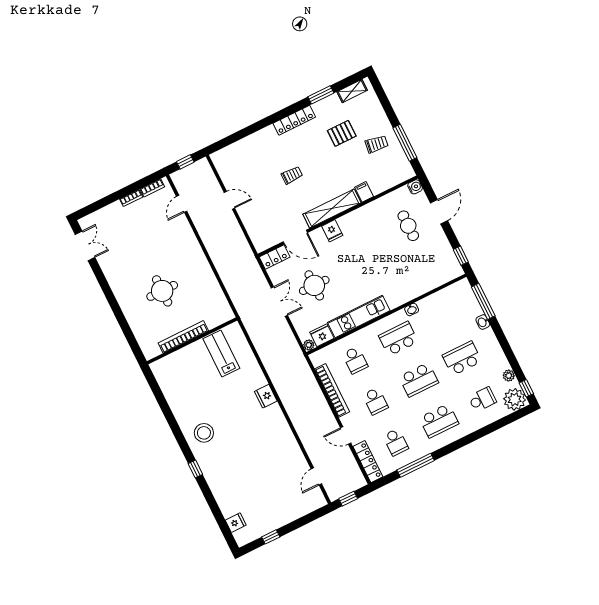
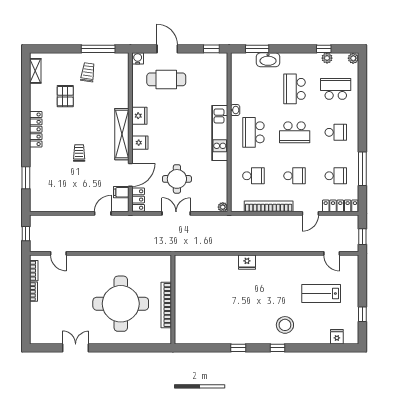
window: (321, 95) -> (26, 178), moved
filing cabinet: (364, 192) -> (121, 192), moved
door: (229, 200) -> (103, 213), moved
cafe table: (408, 226) -> (166, 79), width x1.37, depth x1.35
double door: (85, 246) -> (76, 348), moved
round table: (162, 291) -> (121, 304), width x1.86, depth x1.86
window: (483, 301) -> (257, 49), width x0.69
kitchen unit: (359, 317) -> (220, 133), moved
washbasin: (483, 322) -> (268, 60), width x1.91, depth x1.45
fridge: (322, 335) -> (139, 116), moved, turned 180
lab bench: (221, 354) -> (321, 293), moved
school desk: (419, 380) -> (295, 132), turned 90
window: (526, 388) -> (324, 49), moved
school desk: (482, 399) -> (336, 89), width x1.85
plant: (515, 399) -> (353, 58), width x0.53, depth x0.53
school desk: (439, 421) -> (336, 132), width x0.54
window: (176, 430) -> (238, 348), added
stool: (204, 433) -> (285, 325), moved

